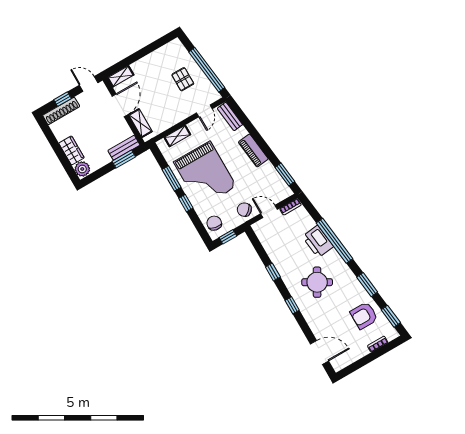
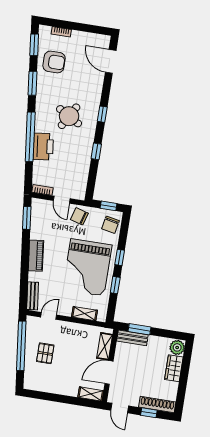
grand piano: (205, 174) -> (87, 267), turned 180
window: (172, 178) -> (115, 285), width x0.67
chair: (244, 210) -> (79, 216), turned 149

